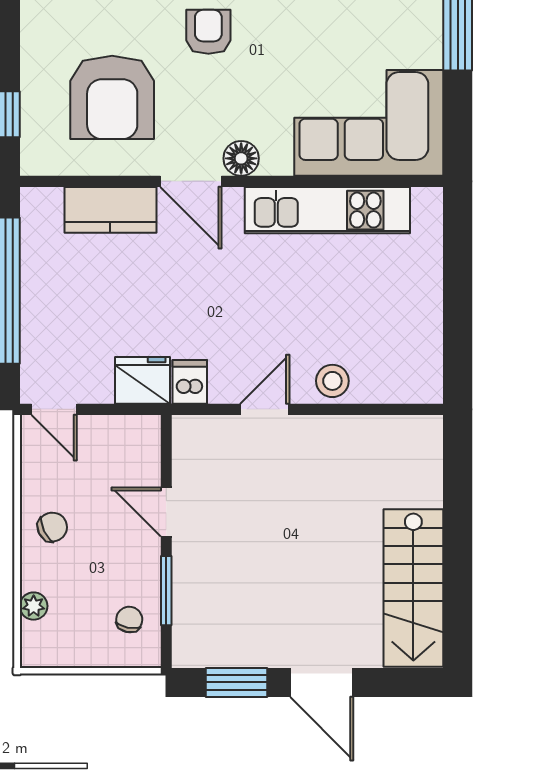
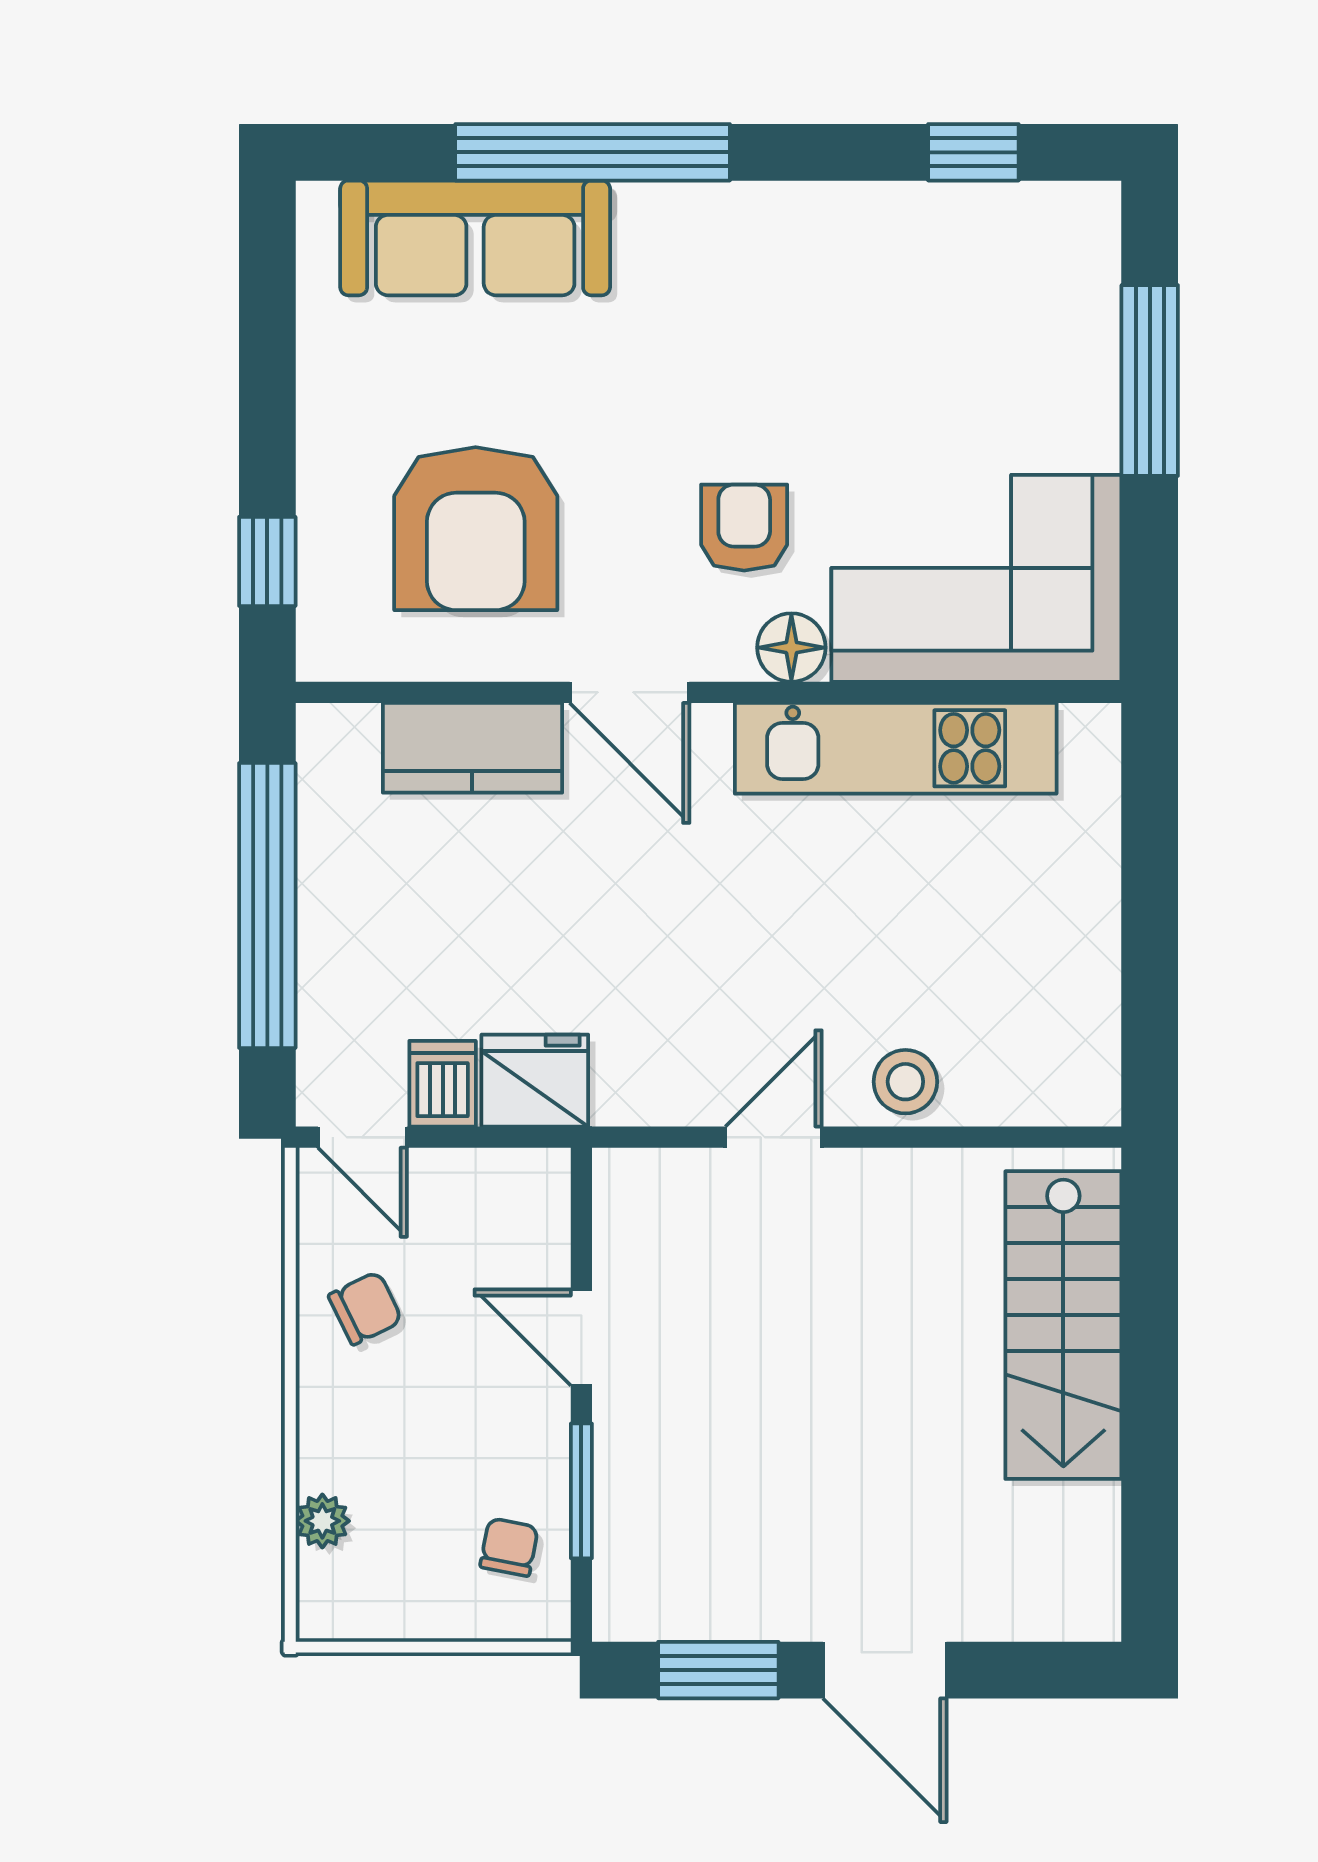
armchair: (208, 32) -> (744, 528), moved
floor lamp: (241, 158) -> (791, 648), moved
dishwasher: (190, 382) -> (443, 1084), moved
chair: (52, 527) -> (365, 1308), moved
stairs: (413, 588) -> (1063, 1325), moved

